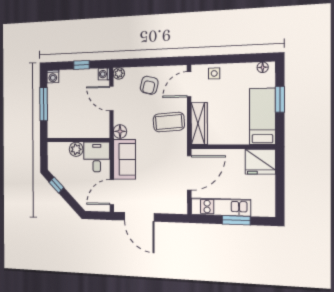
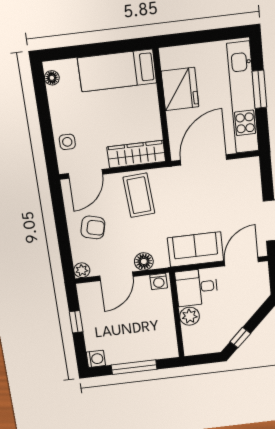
washing machine: (104, 74) -> (159, 281), moved
door: (189, 84) -> (85, 174), hinge flipped
window: (280, 99) -> (92, 50), removed
floor lamp: (120, 131) -> (144, 261), moved
fridge: (260, 162) -> (180, 89), moved
door: (189, 173) -> (204, 160), hinge flipped
door: (112, 192) -> (241, 261), swing flipped
kitchen unit: (221, 207) -> (243, 98), width x1.36

